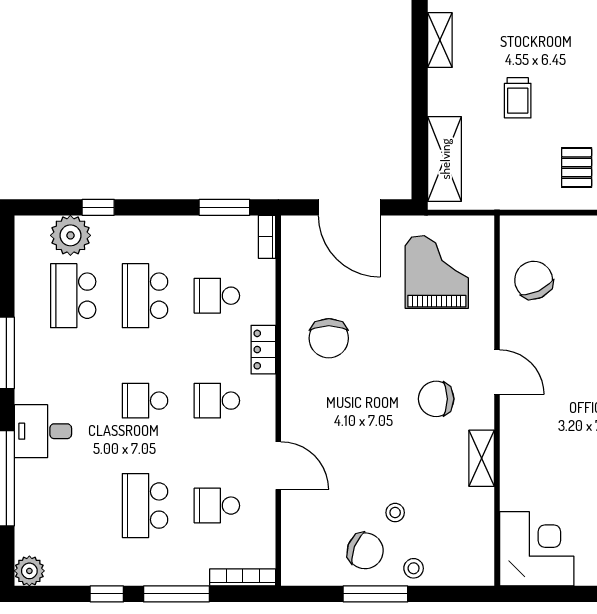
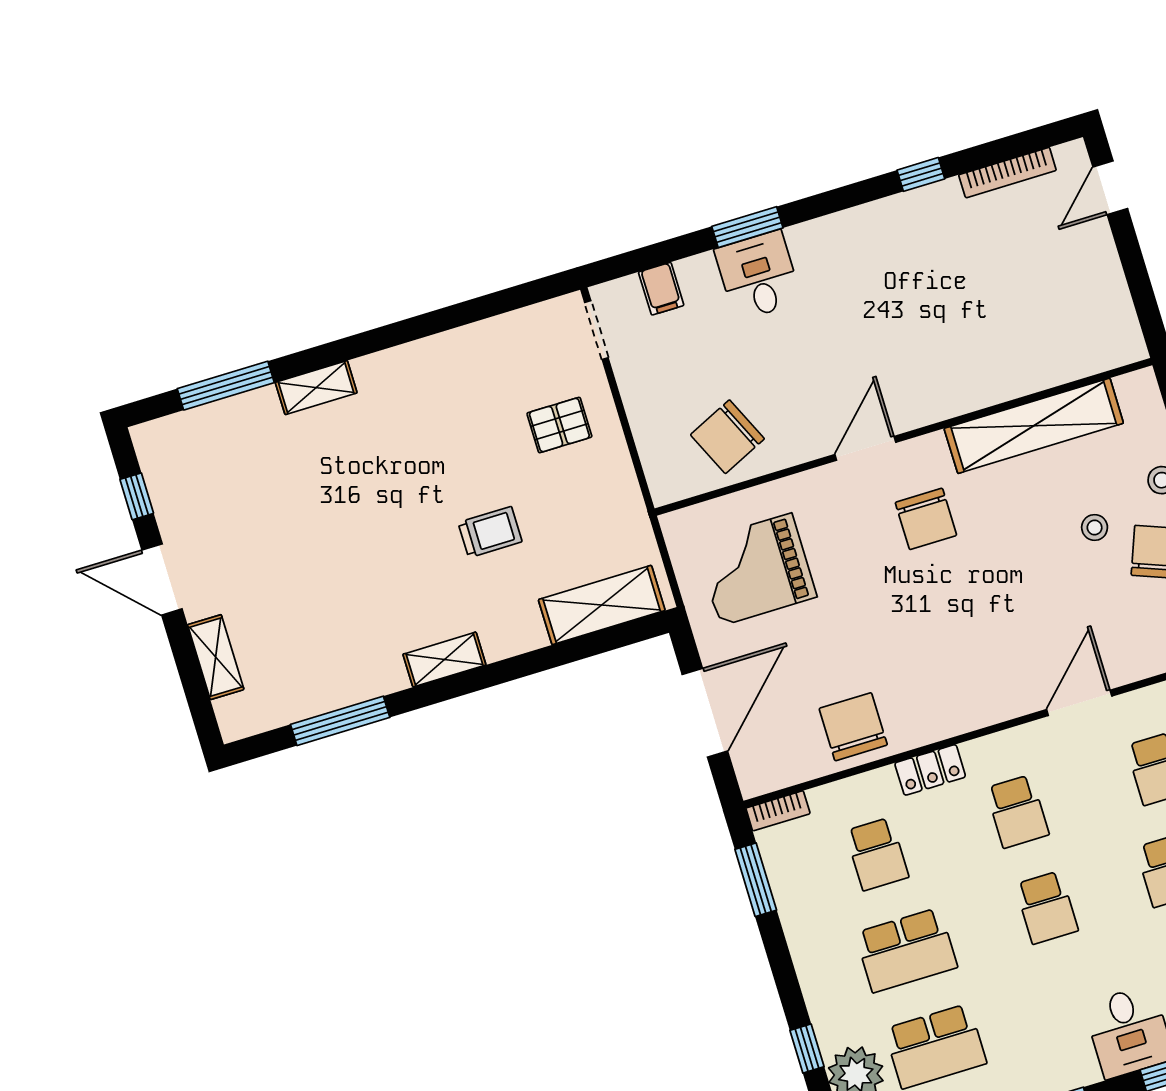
chair: (329, 338) -> (853, 727), moved, turned -90
shelving: (482, 458) -> (1034, 426), width x2.20, depth x1.33
corner desk: (537, 549) -> (1085, 323), removed

